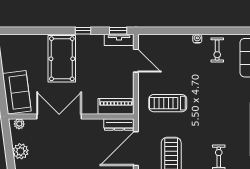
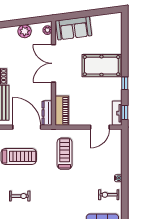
double door: (59, 116) -> (53, 63), swing flipped

